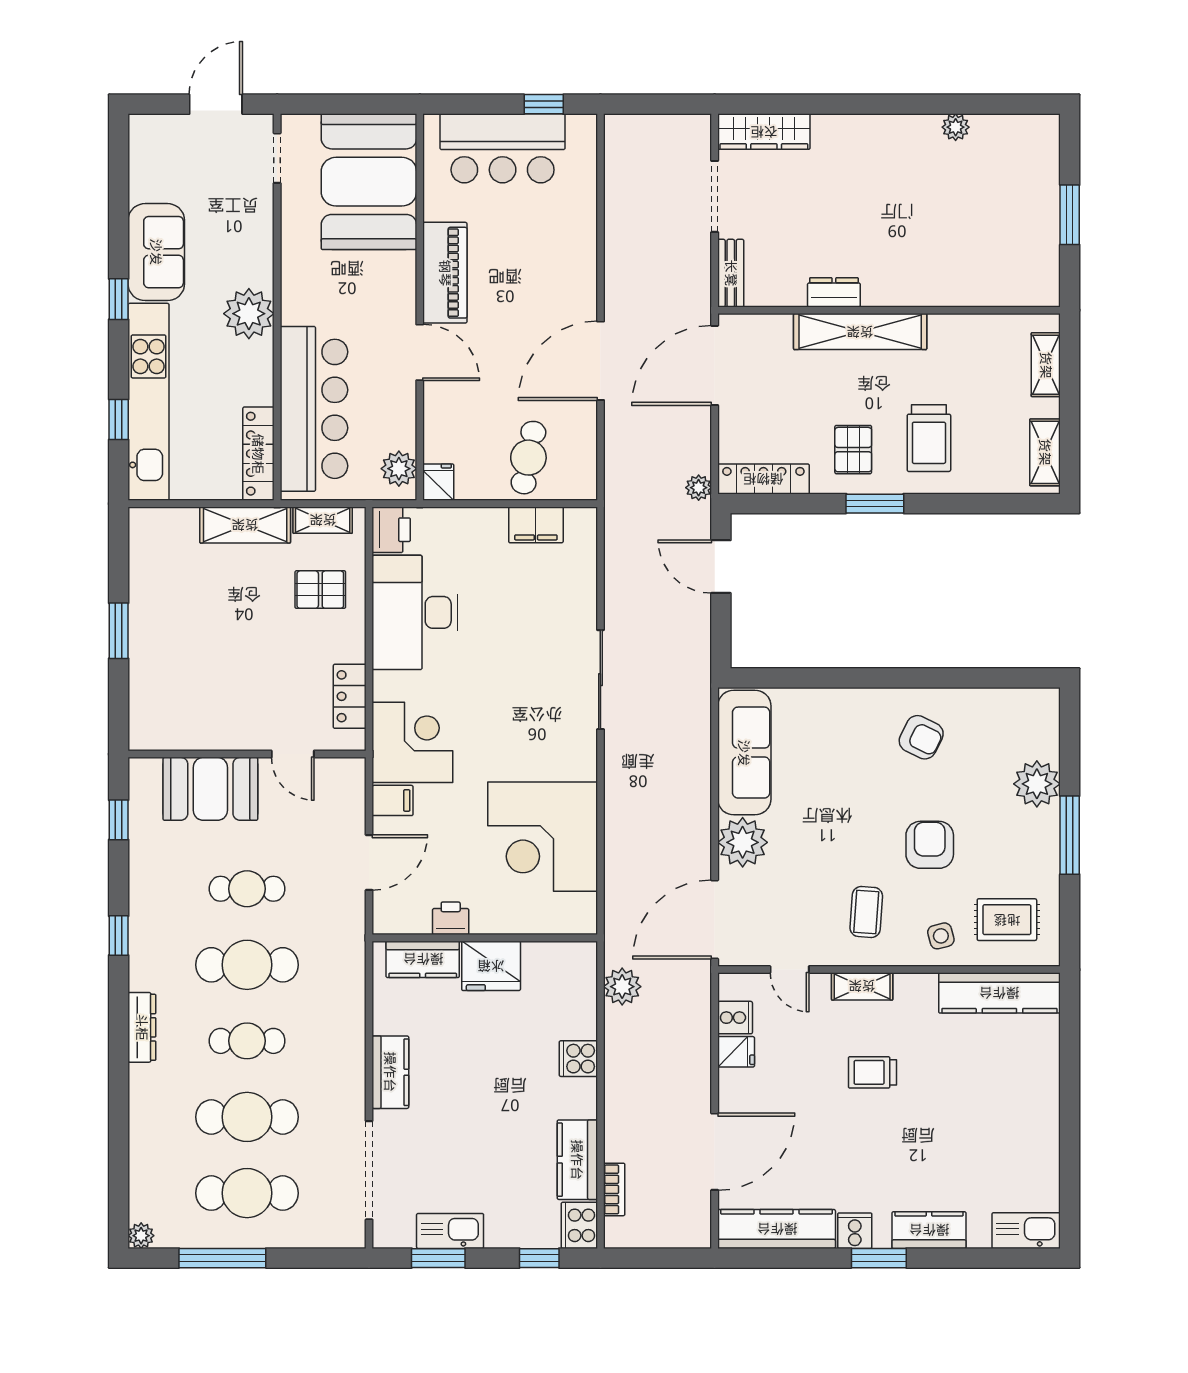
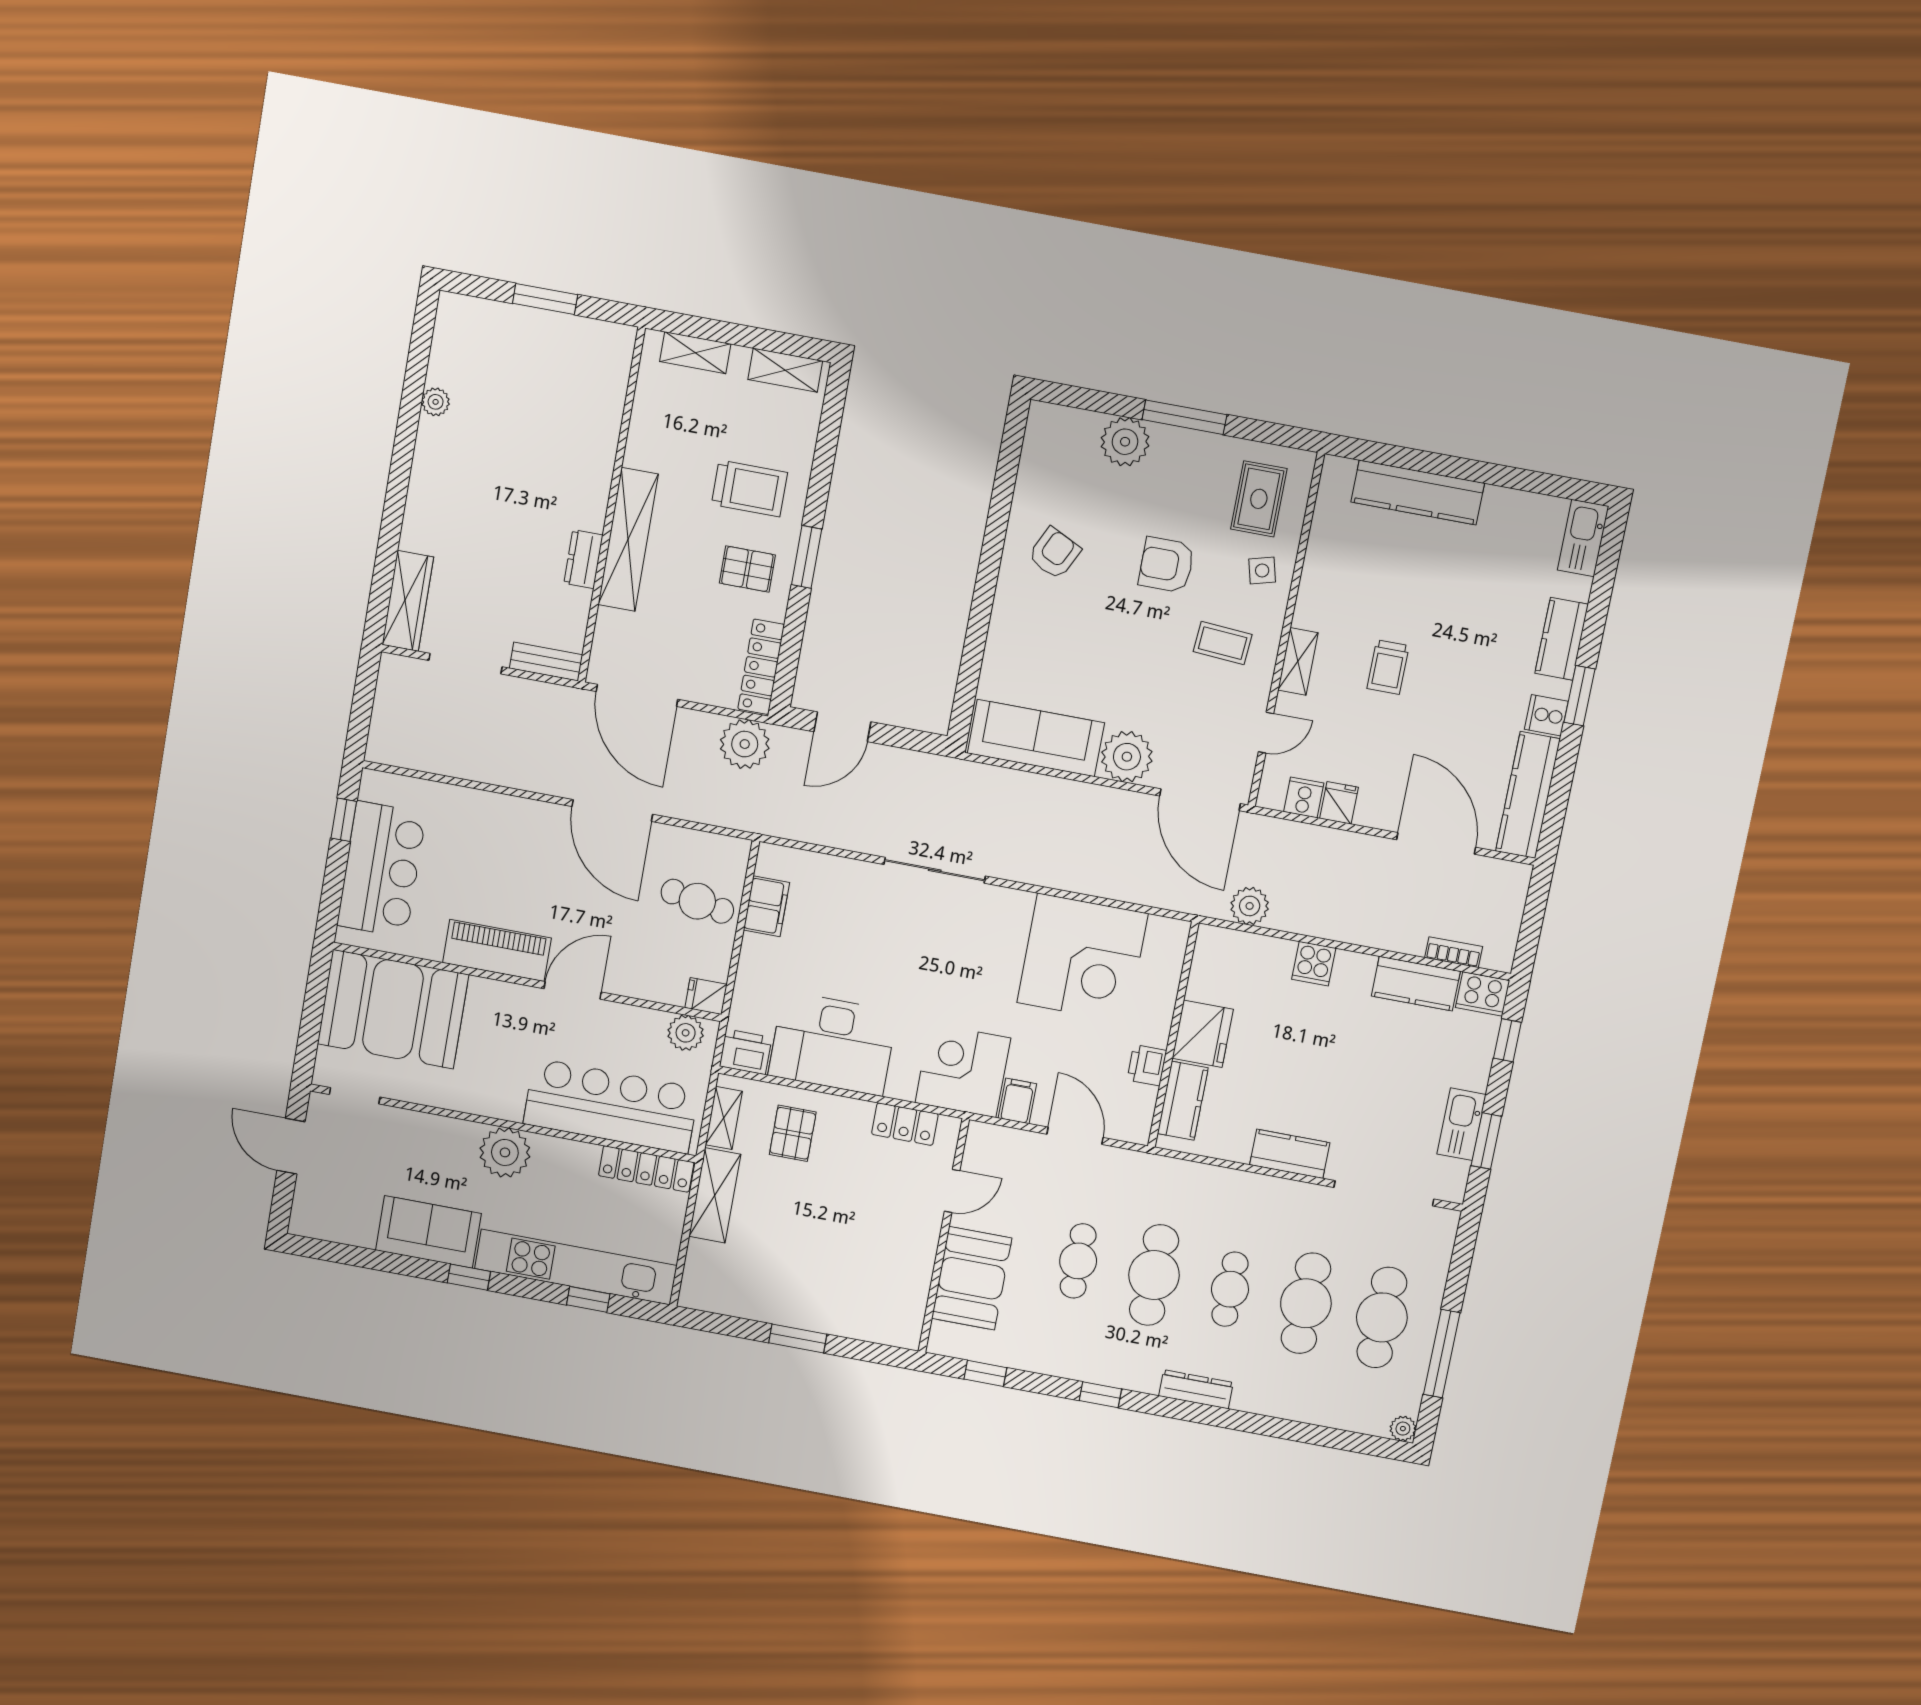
plant: (699, 488) -> (745, 744), width x1.87, depth x1.87
kitchen counter: (999, 993) -> (1418, 493), moved, turned 90

